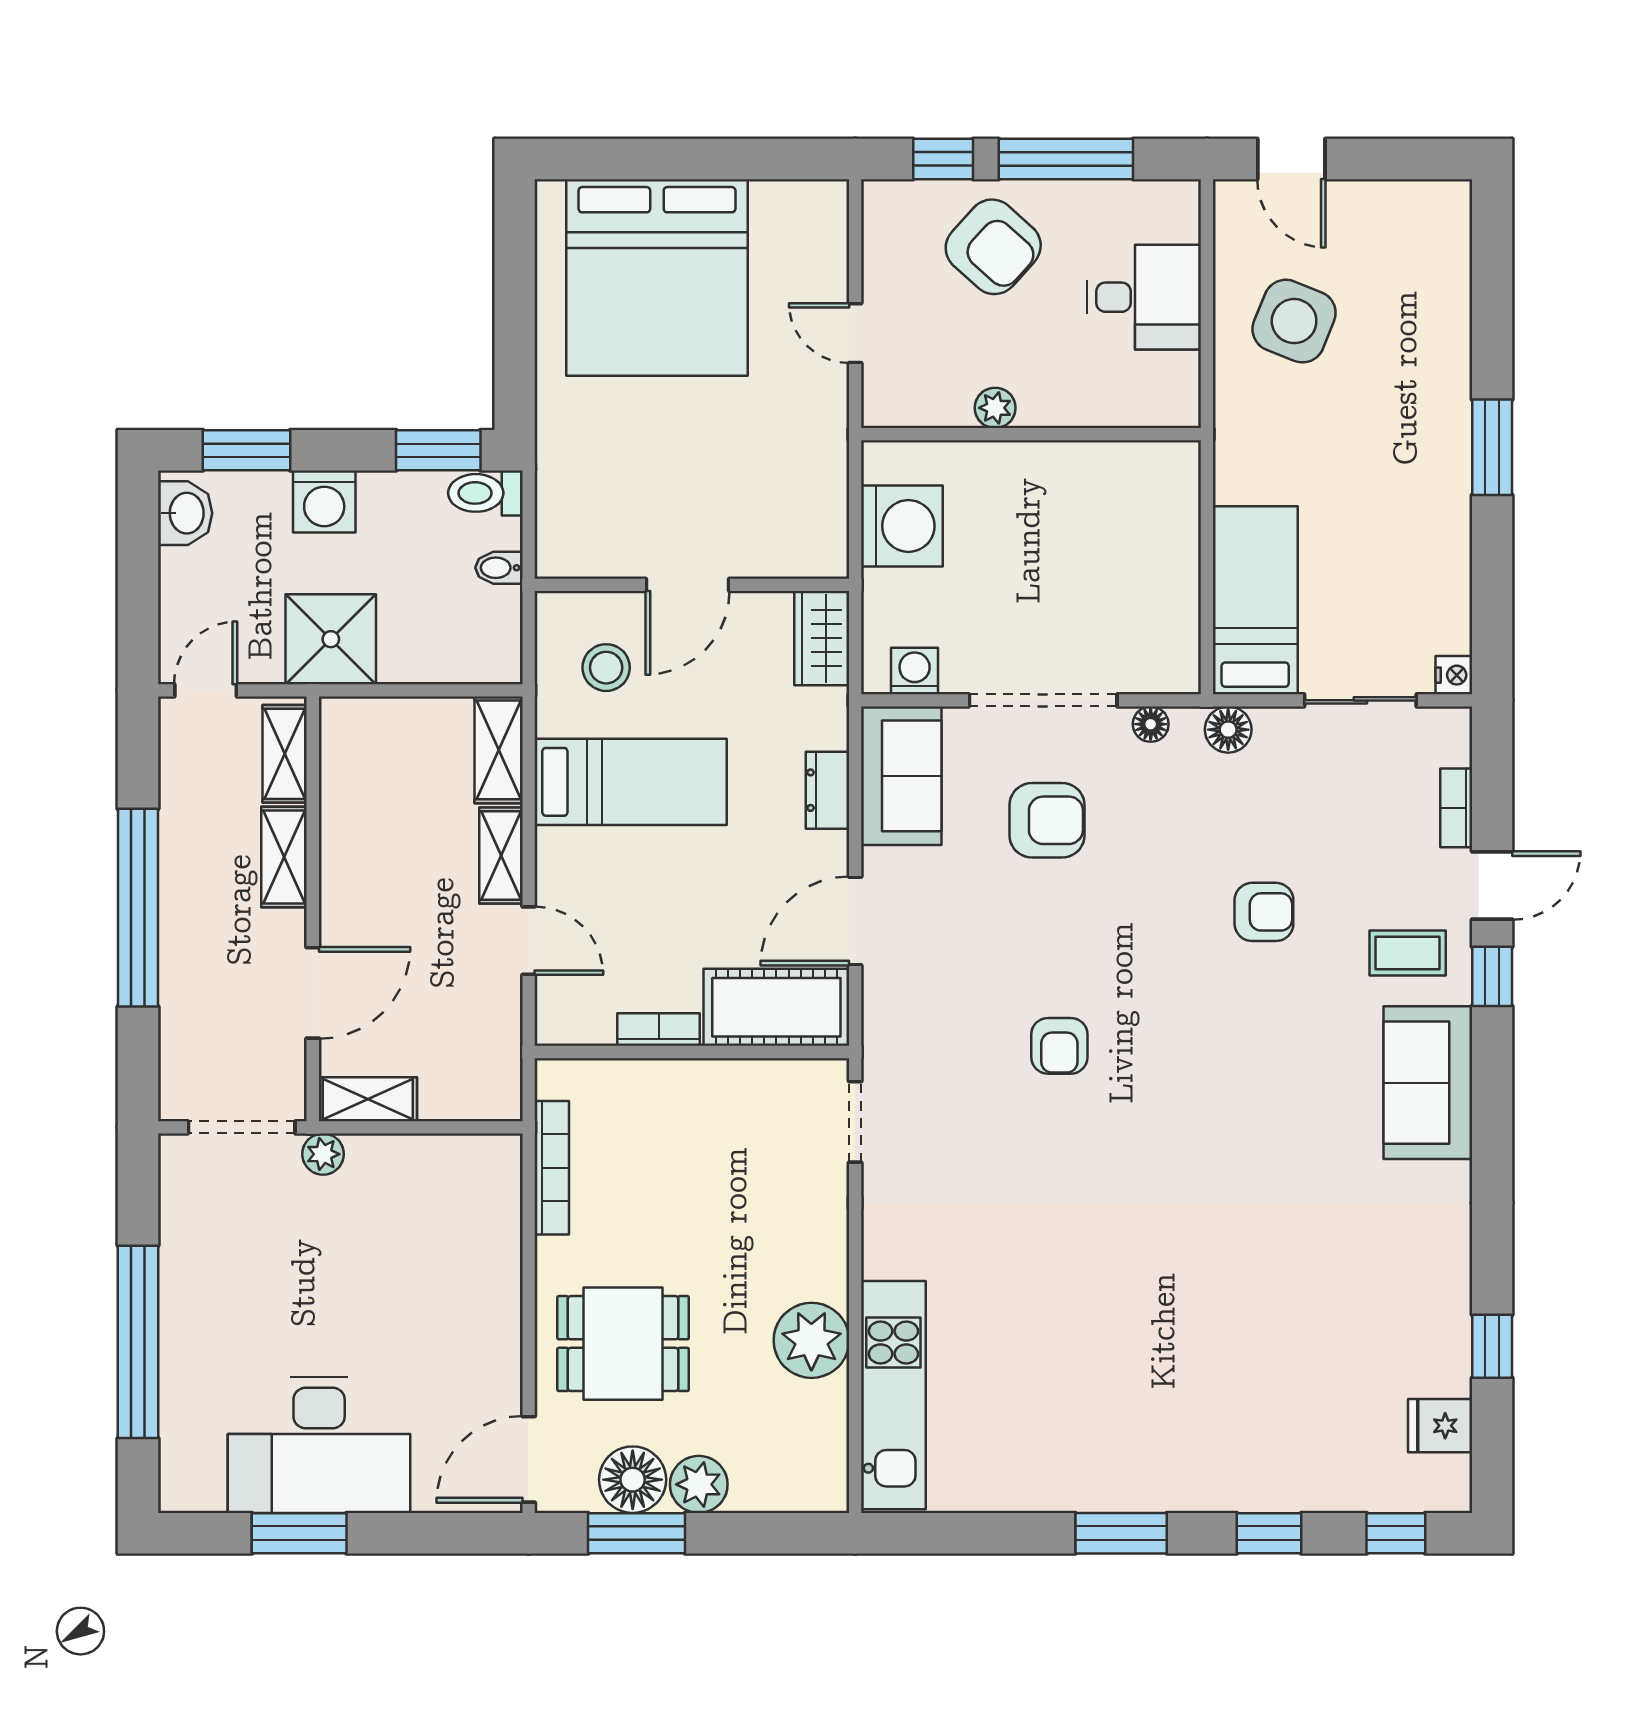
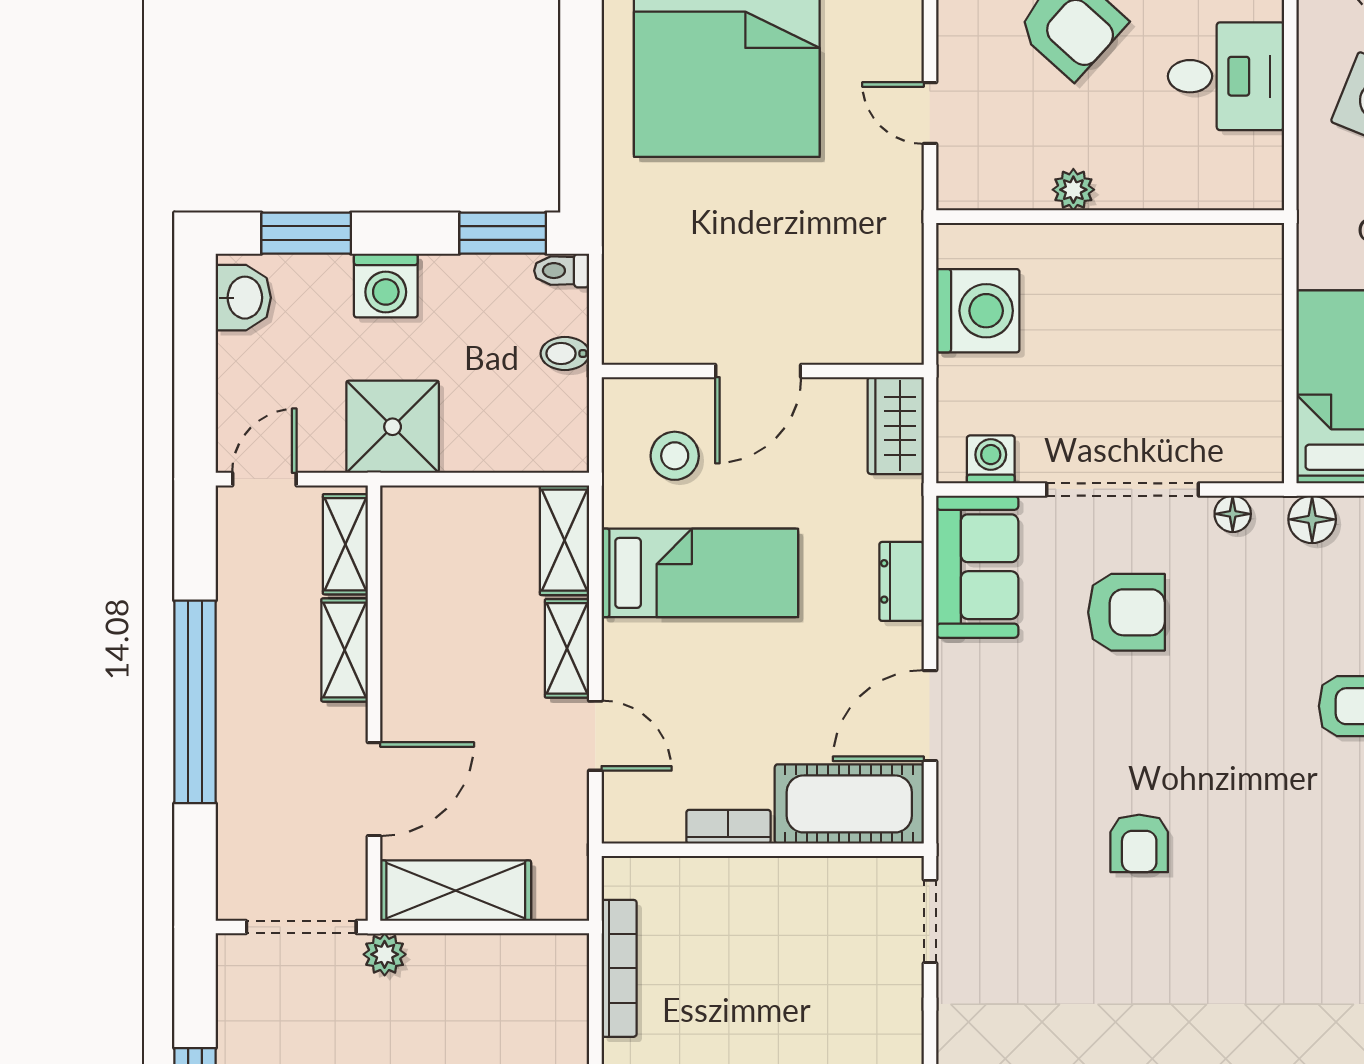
toilet: (485, 493) -> (562, 271), width x0.73, depth x0.72
shelving: (368, 1099) -> (456, 891), width x1.50, depth x1.33

